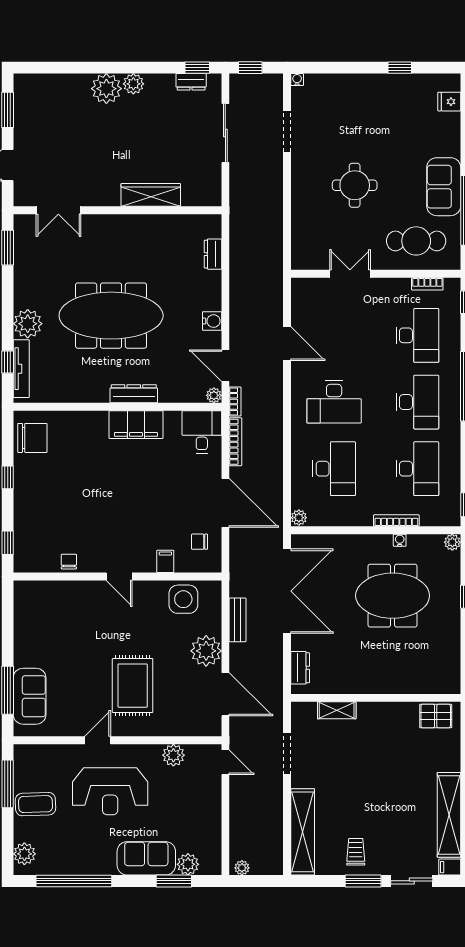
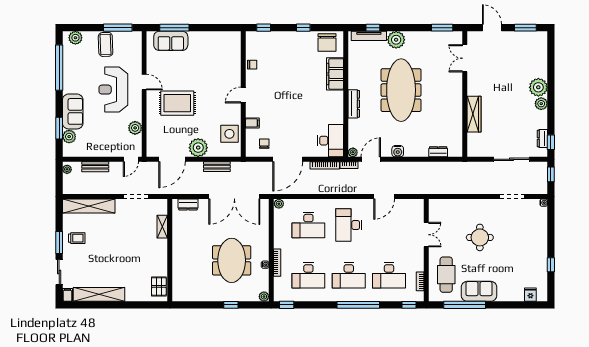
filing cabinet: (136, 425) -> (335, 74), moved
desk: (202, 432) -> (331, 141), width x1.37
bench: (238, 821) -> (95, 167), added

